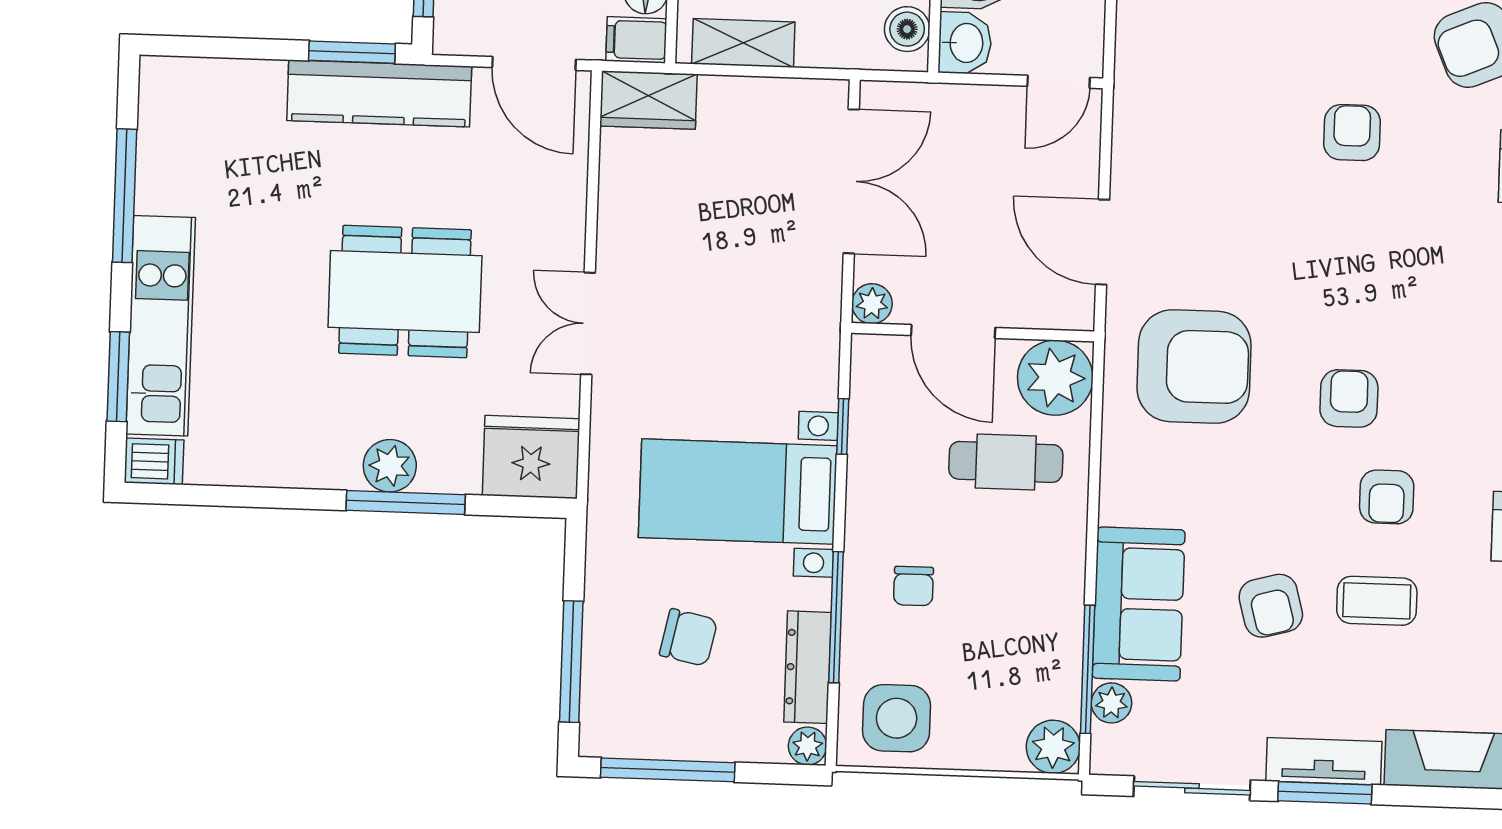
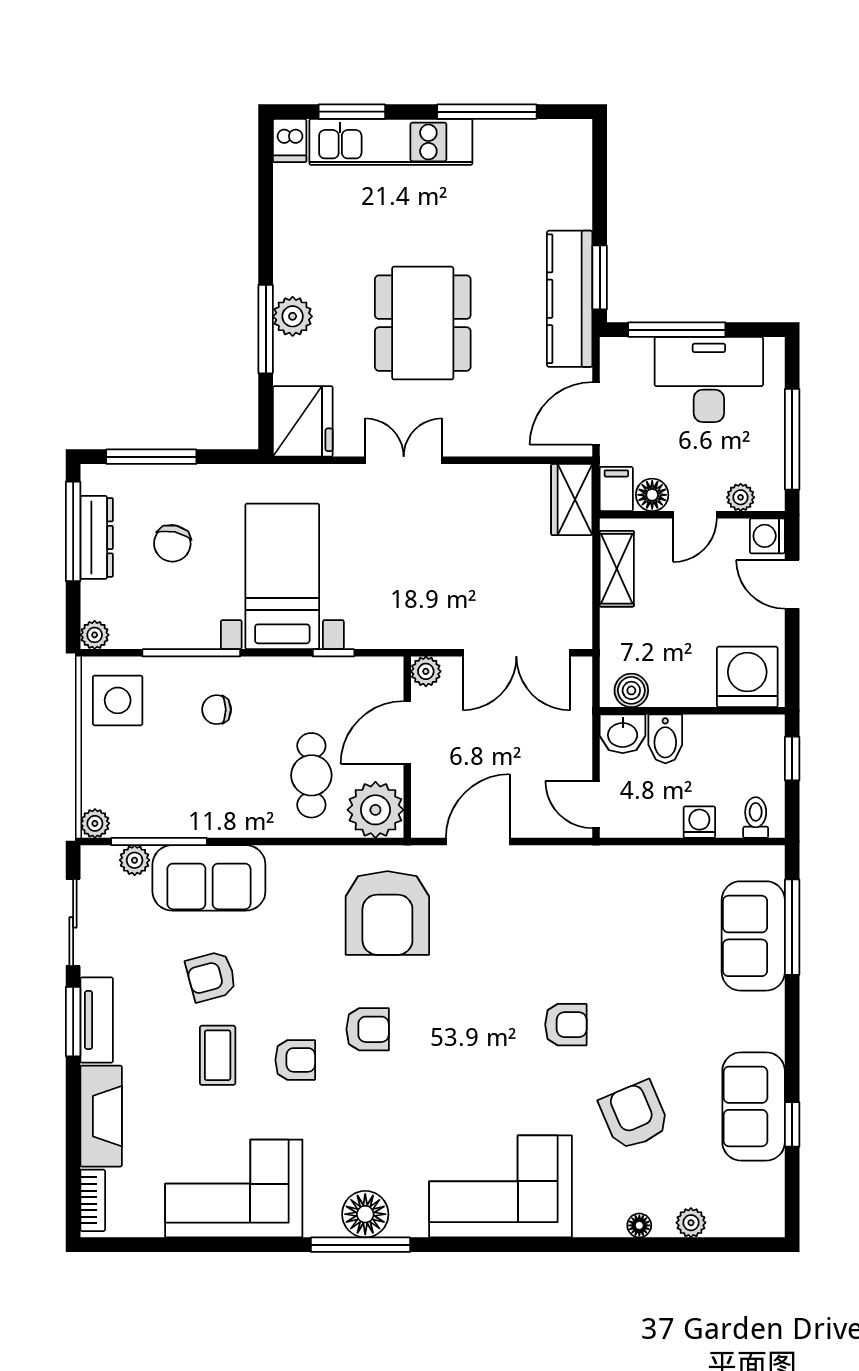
armchair: (1387, 497) -> (295, 1060), turned 180
dresser: (808, 667) -> (97, 537), moved, turned 90
plant: (1053, 747) -> (95, 823), width x0.73, depth x0.73

